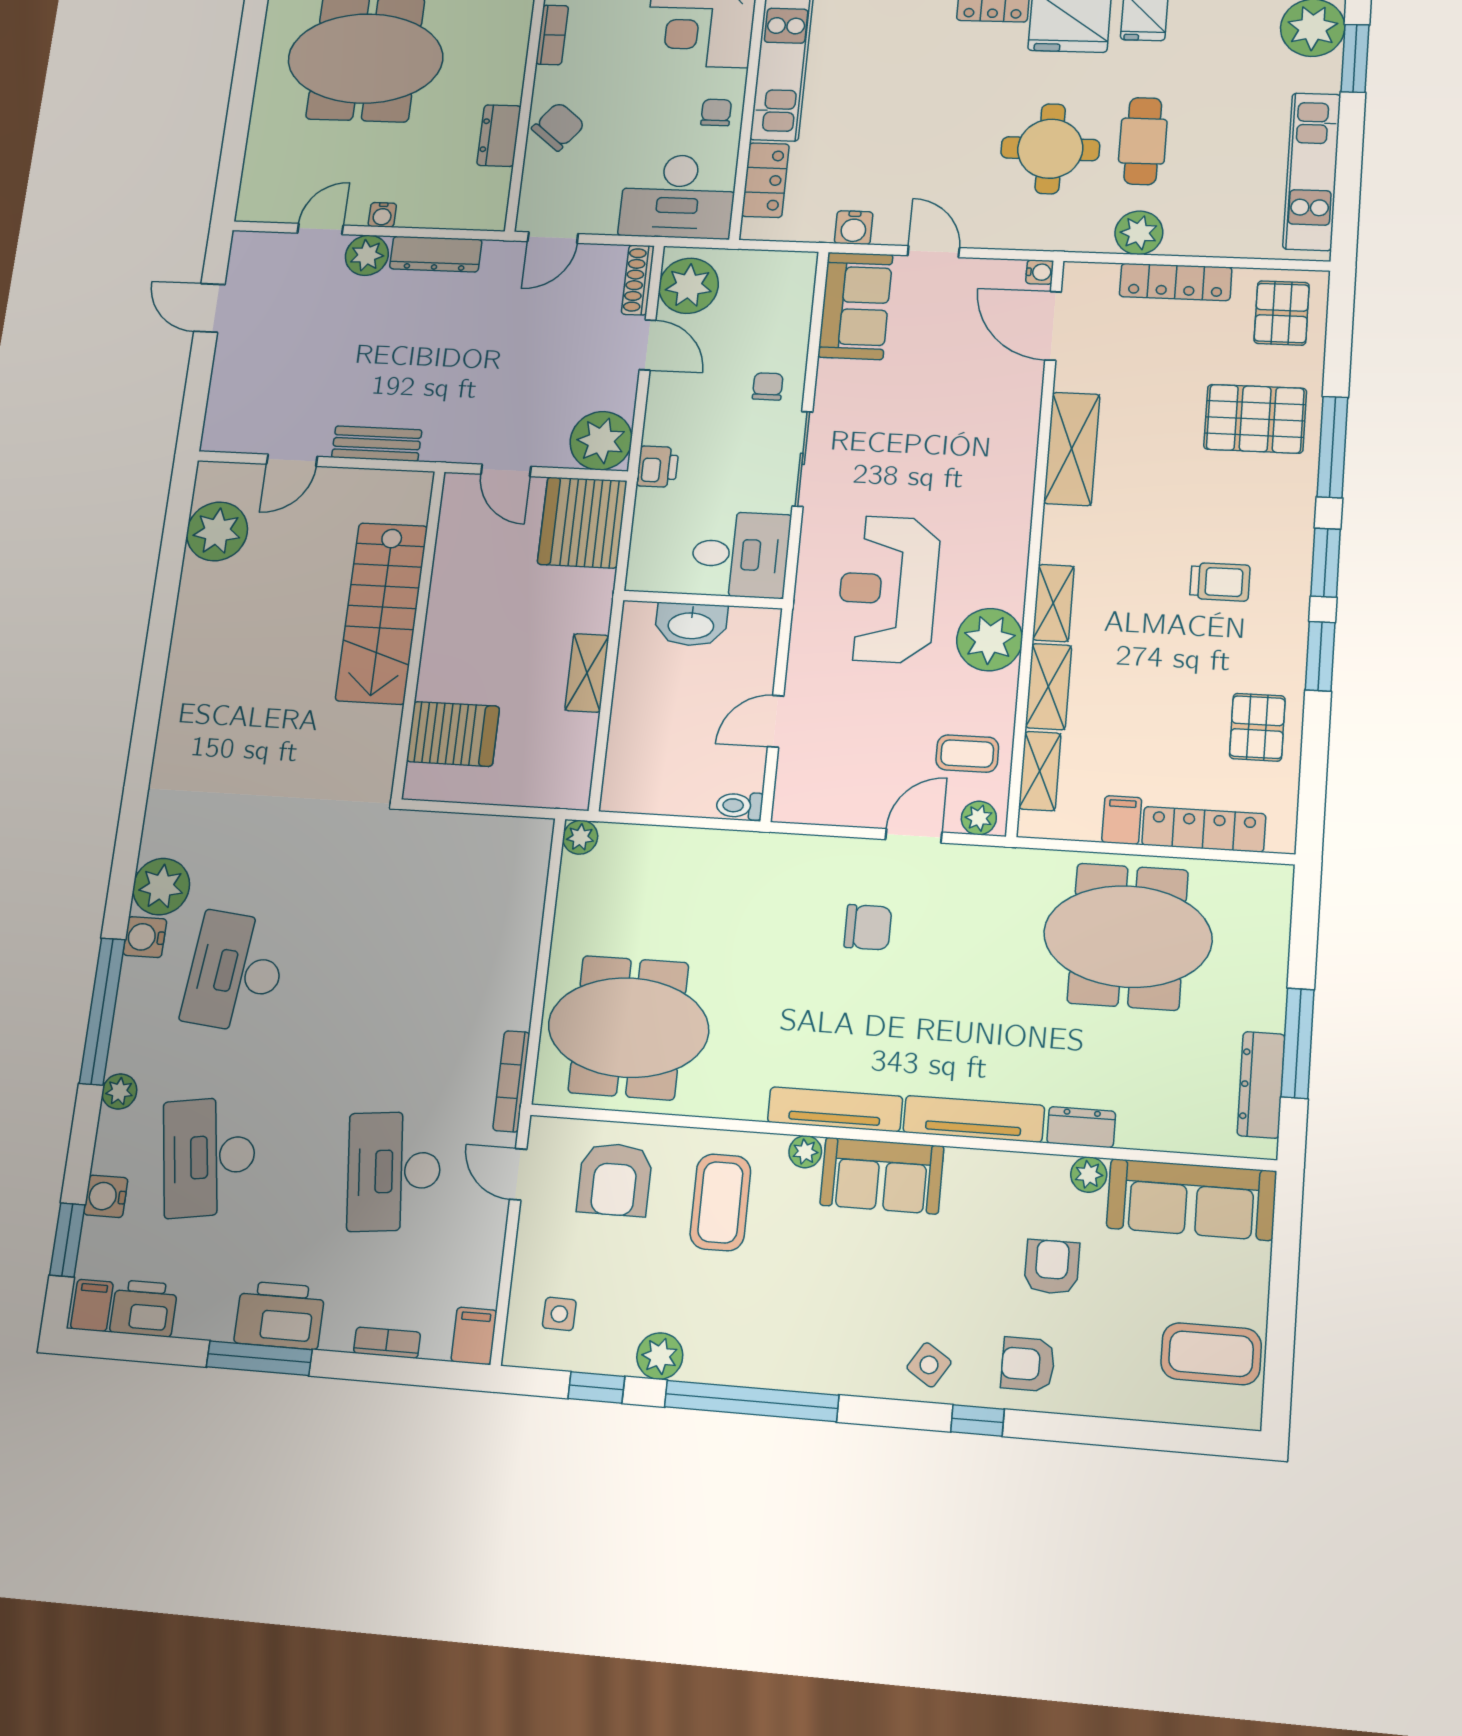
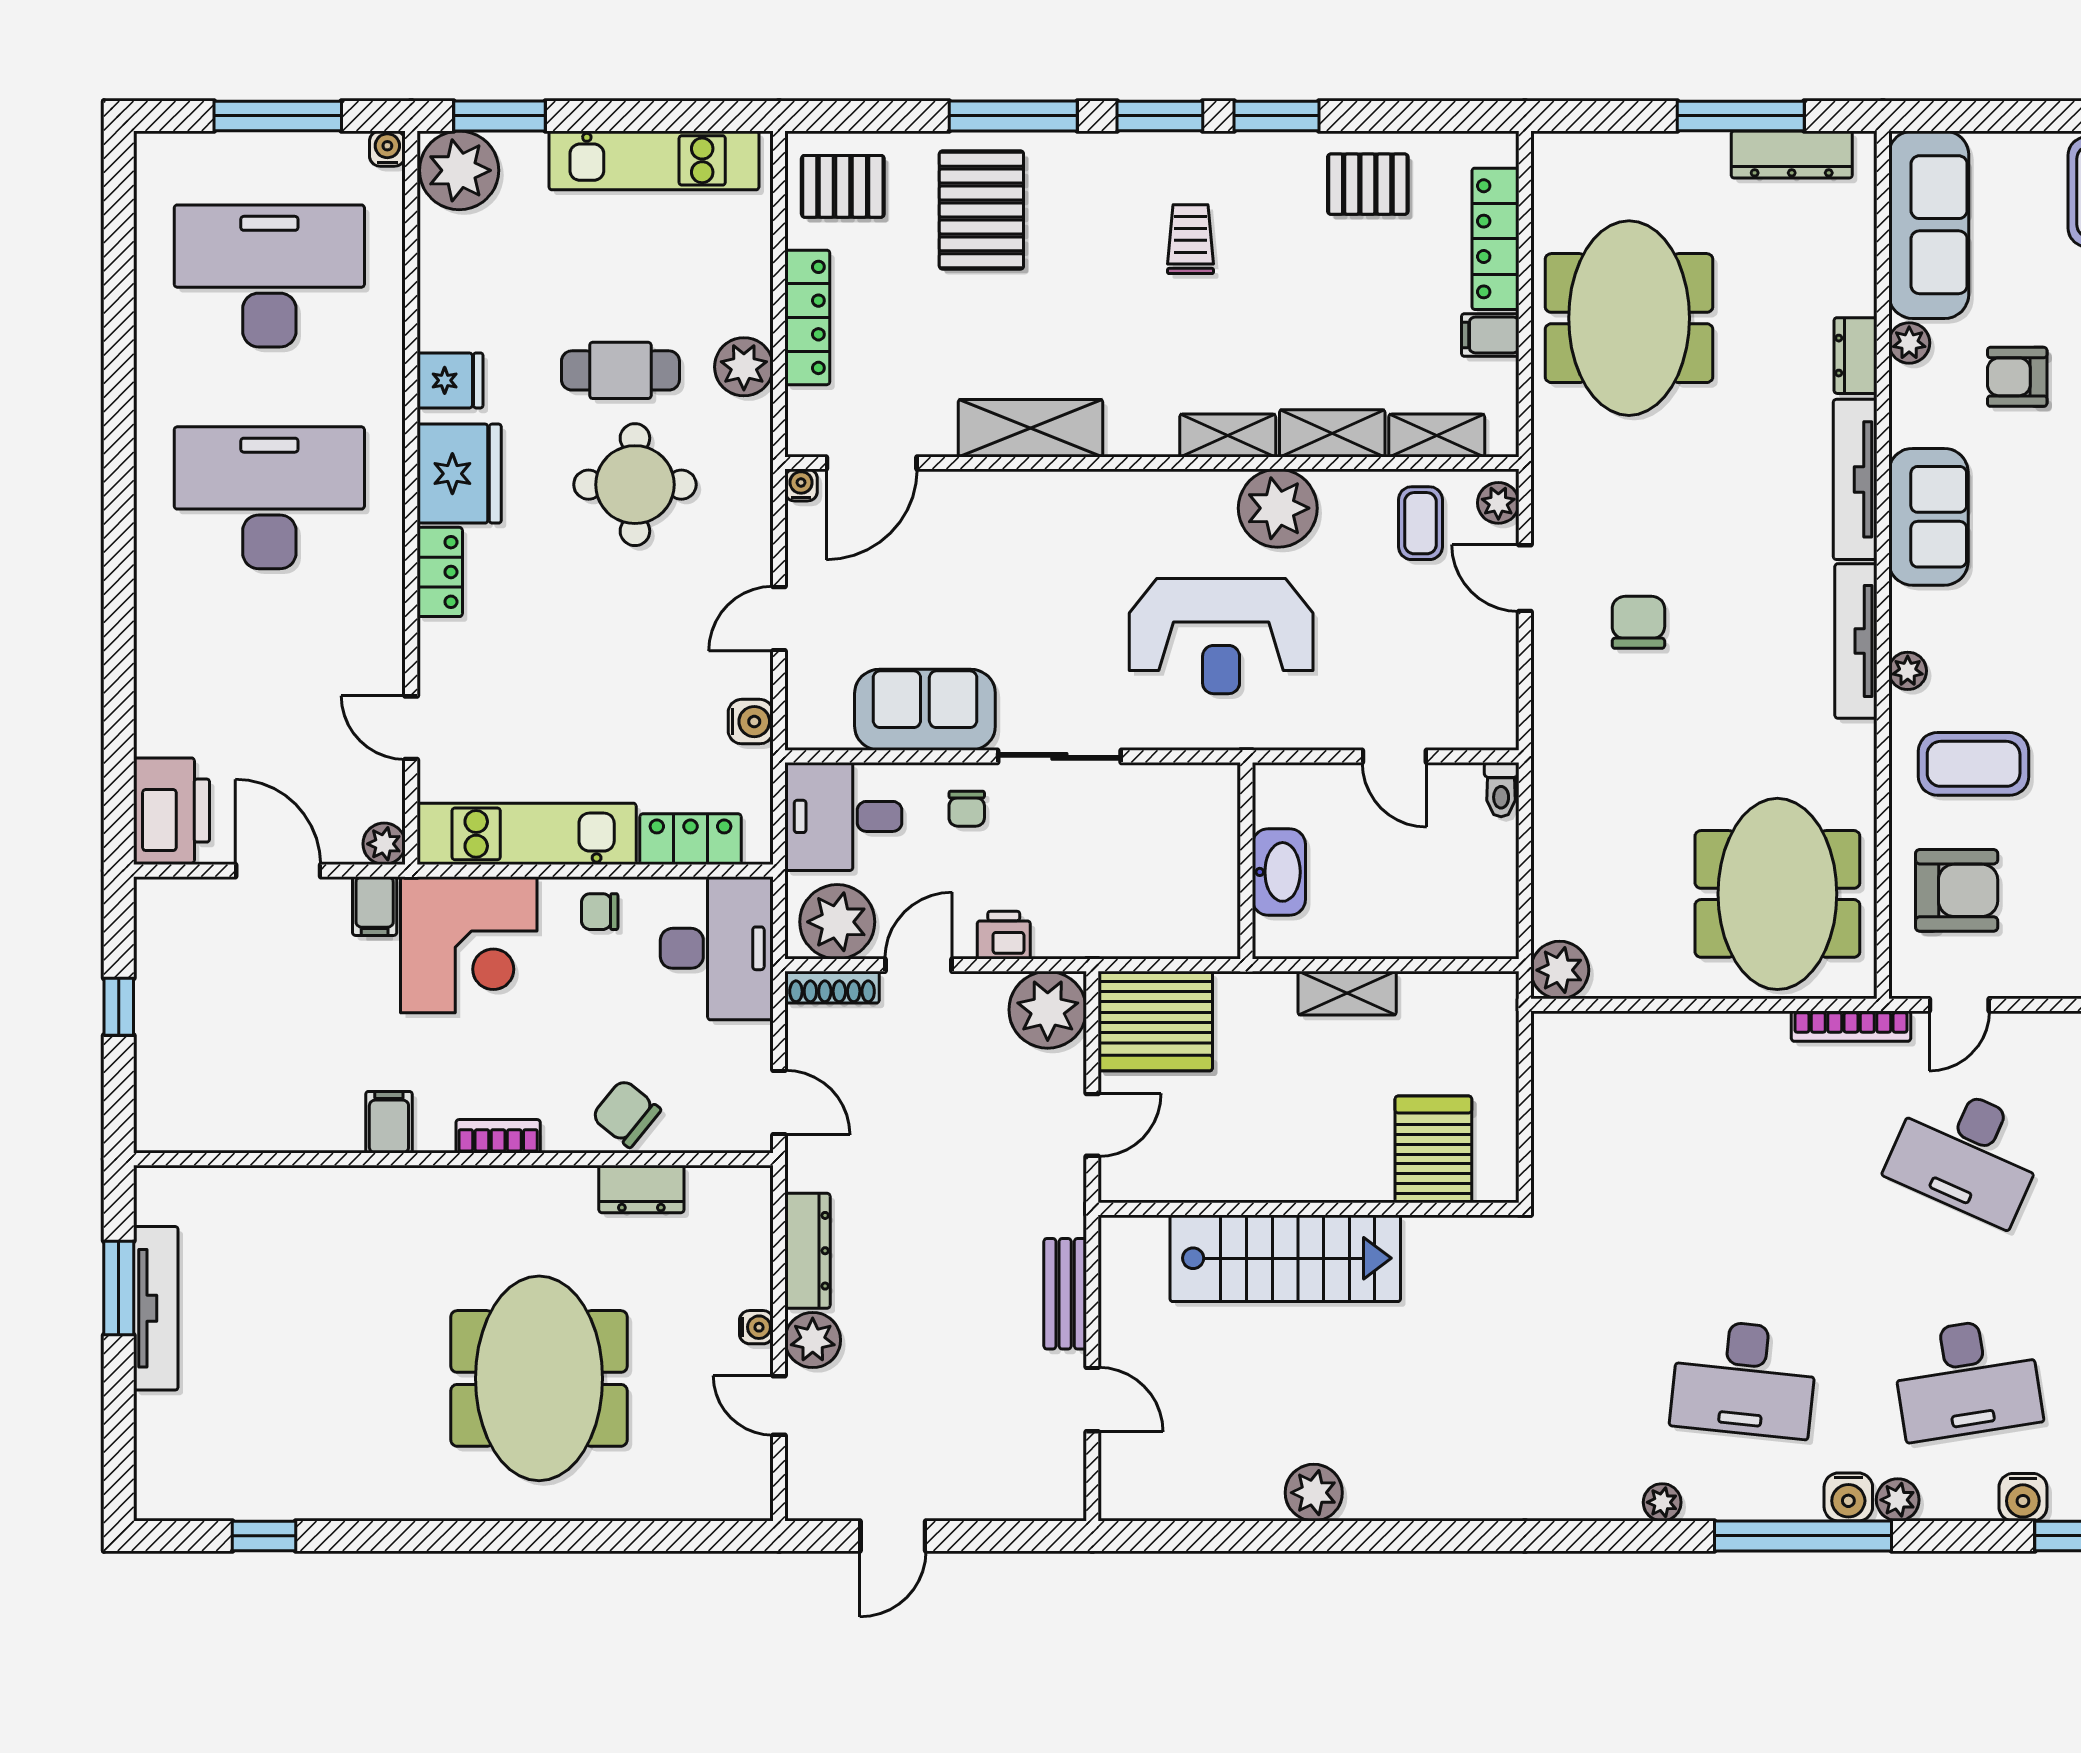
sofa: (855, 306) -> (925, 710), moved
chair: (768, 386) -> (967, 809), turned -90
printer: (658, 467) -> (1004, 935), moved
plant: (217, 531) -> (1314, 1493), moved, width x0.73, depth x0.73
desk: (740, 554) -> (843, 816), moved, turned -90
plant: (580, 837) -> (1560, 970), width x1.38, depth x1.38
plant: (161, 887) -> (1662, 1502), width x0.53, depth x0.53
water cooler: (145, 937) -> (1848, 1497), moved
desk: (394, 1171) -> (1967, 1153), turned 30
sofa: (882, 1176) -> (1928, 517), moved

